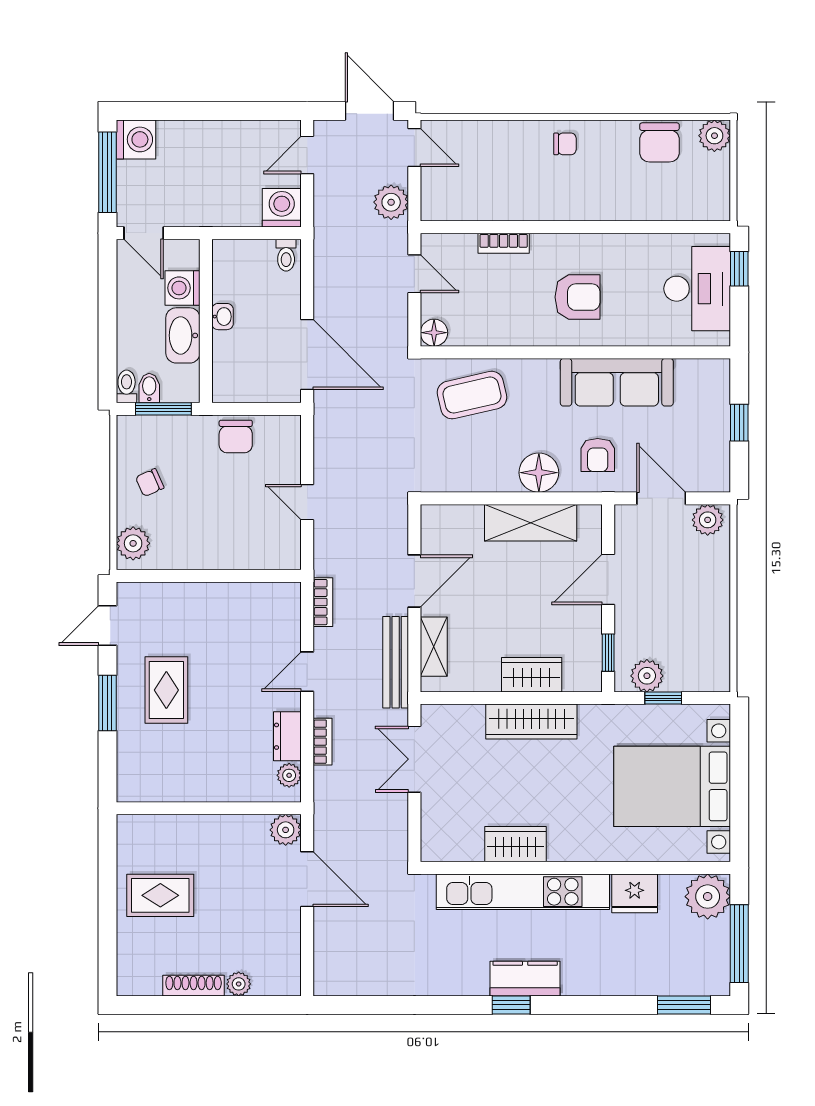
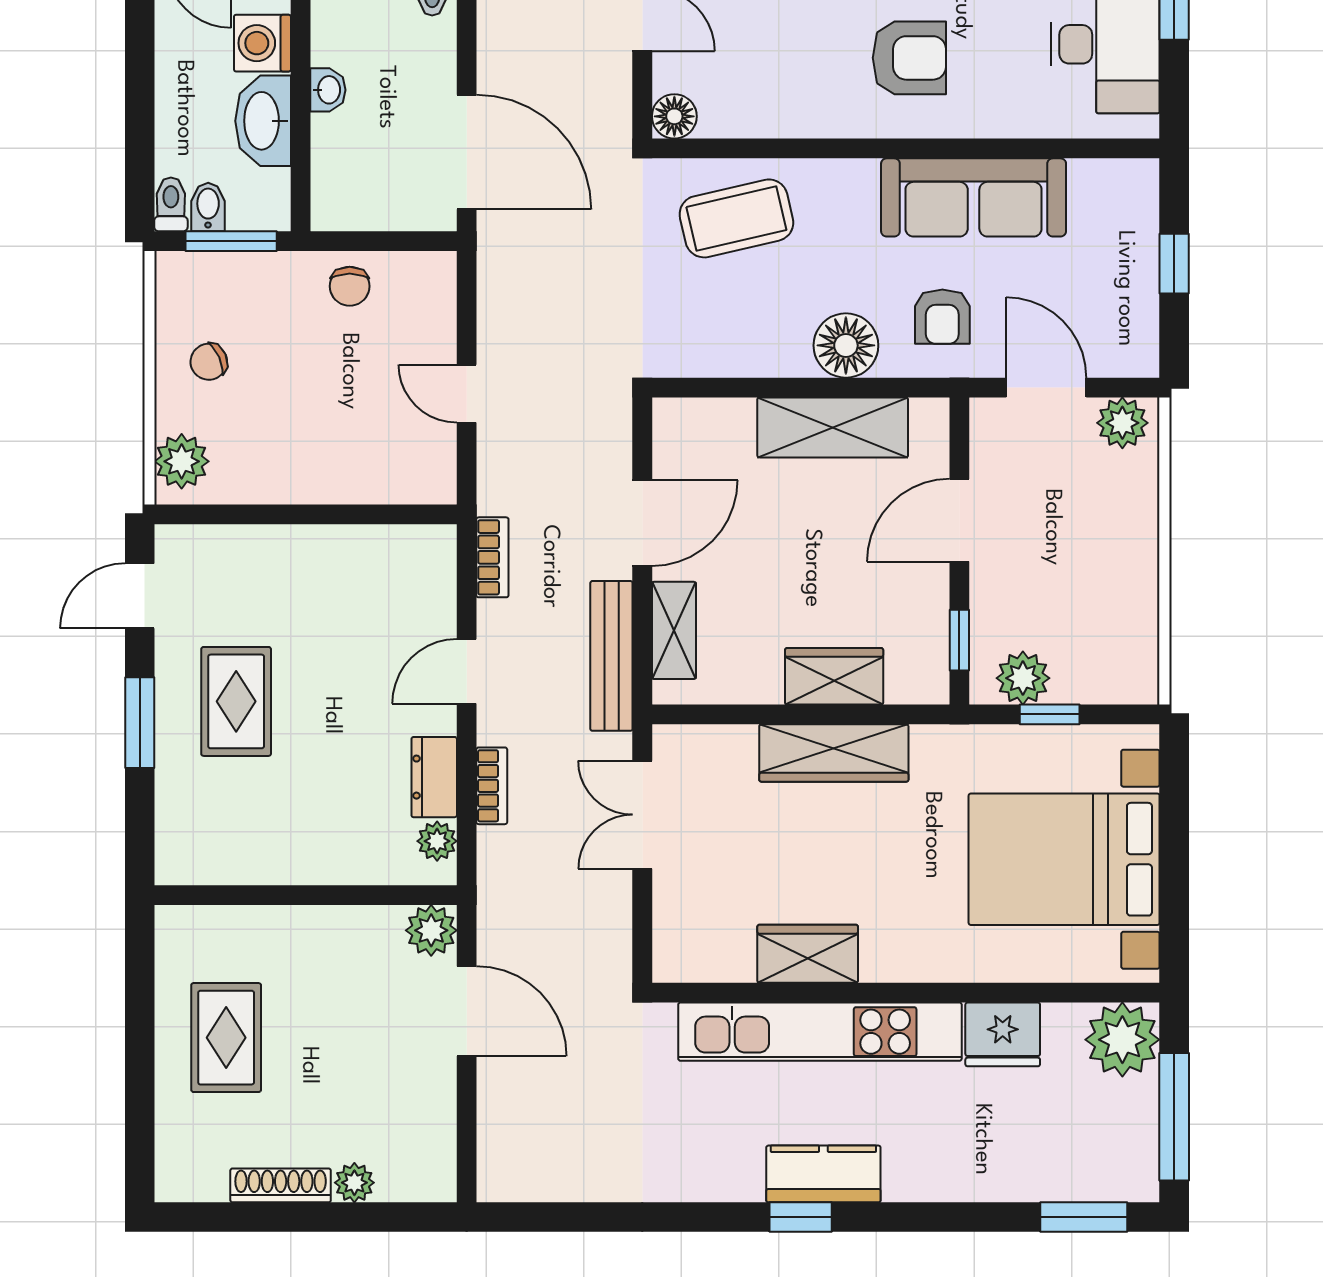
chair: (236, 436) -> (350, 286), width x0.73, depth x0.73
rug: (160, 895) -> (226, 1038), turned 90

